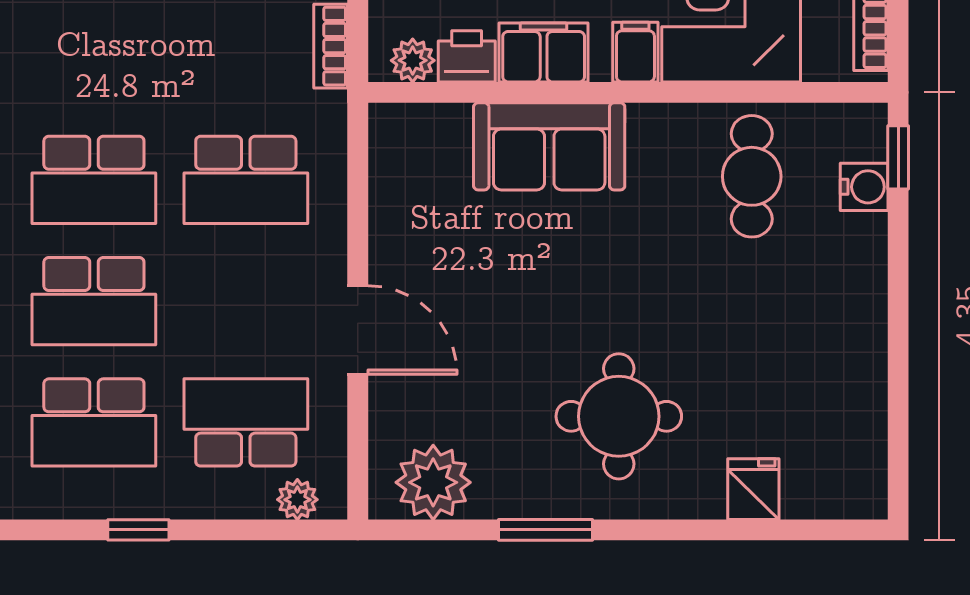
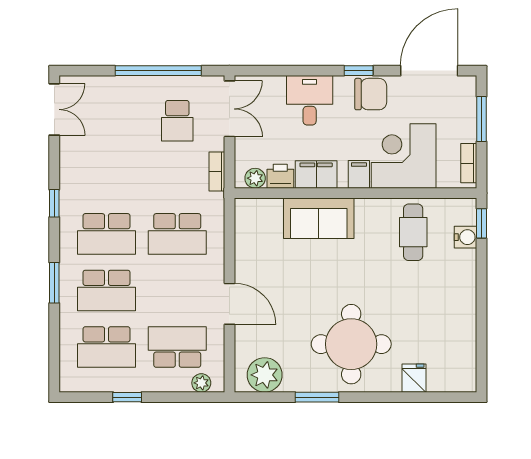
round table: (619, 416) -> (351, 344), width x1.36, depth x1.36

